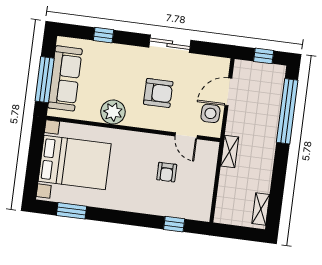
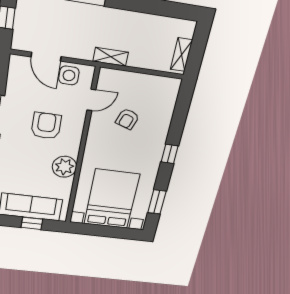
window: (45, 80) -> (32, 223), width x0.46
armchair: (167, 172) -> (127, 119), turned 109
shelving: (261, 209) -> (181, 55), moved, turned 90
window: (174, 224) -> (170, 154), moved

